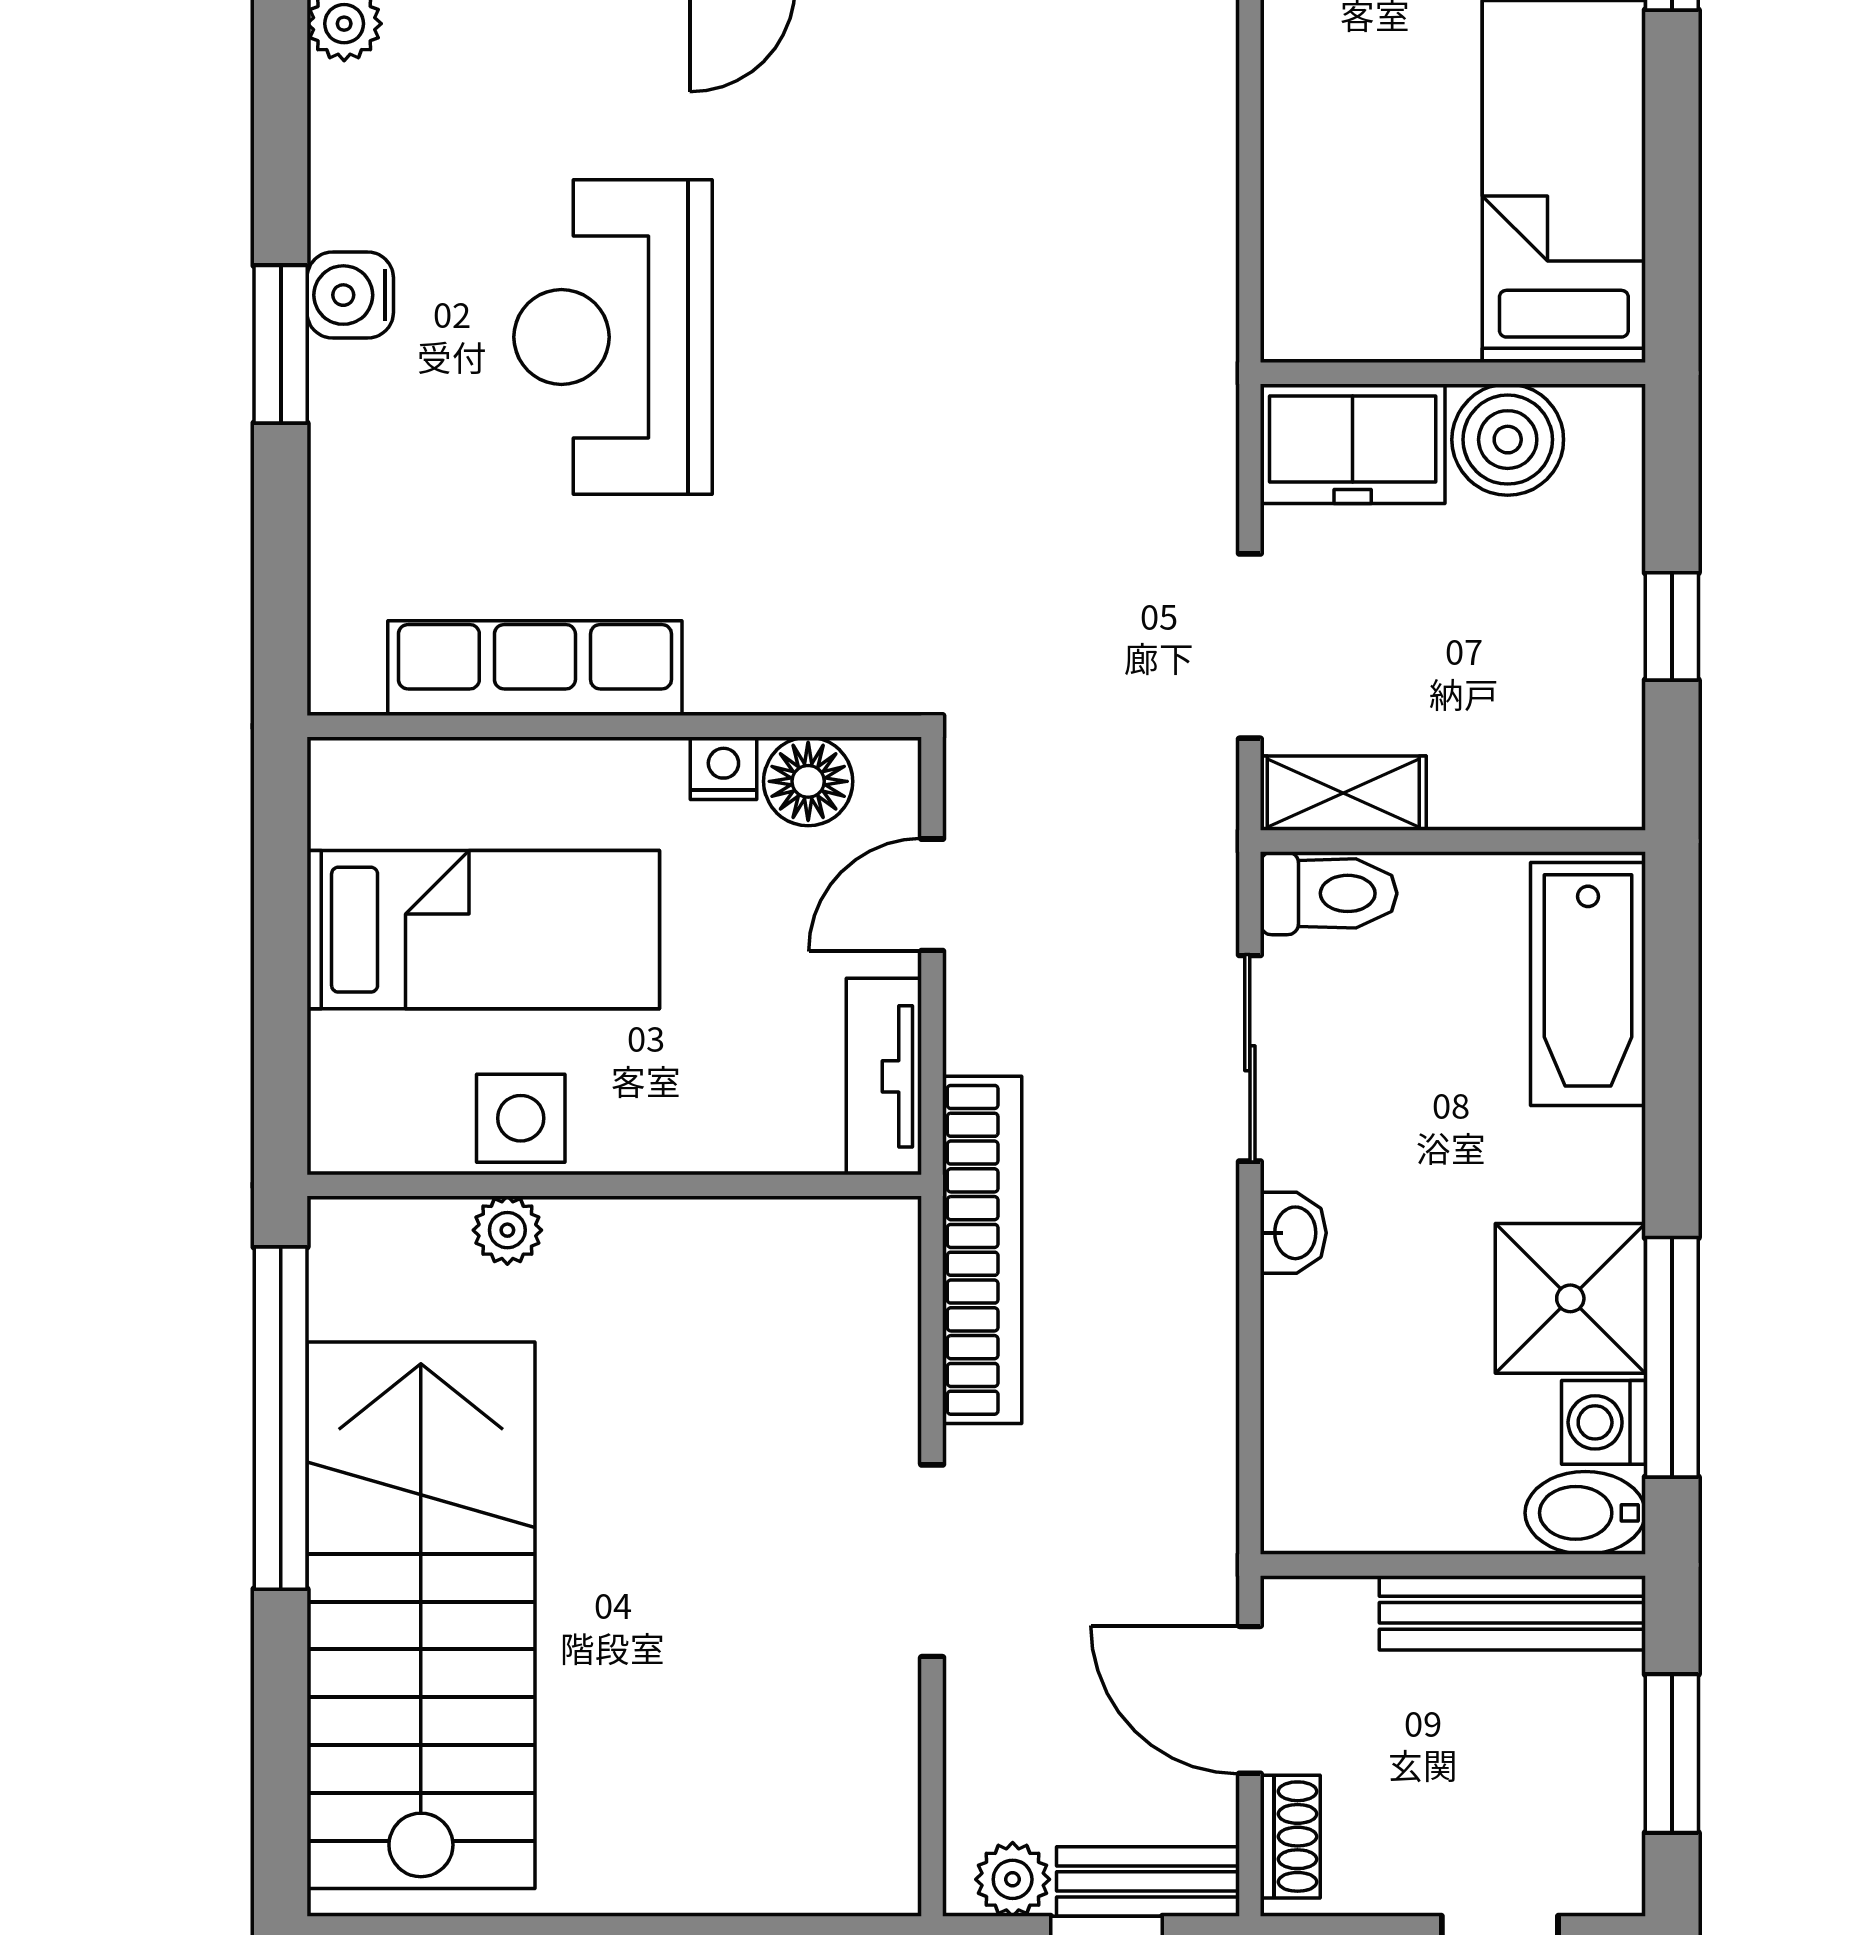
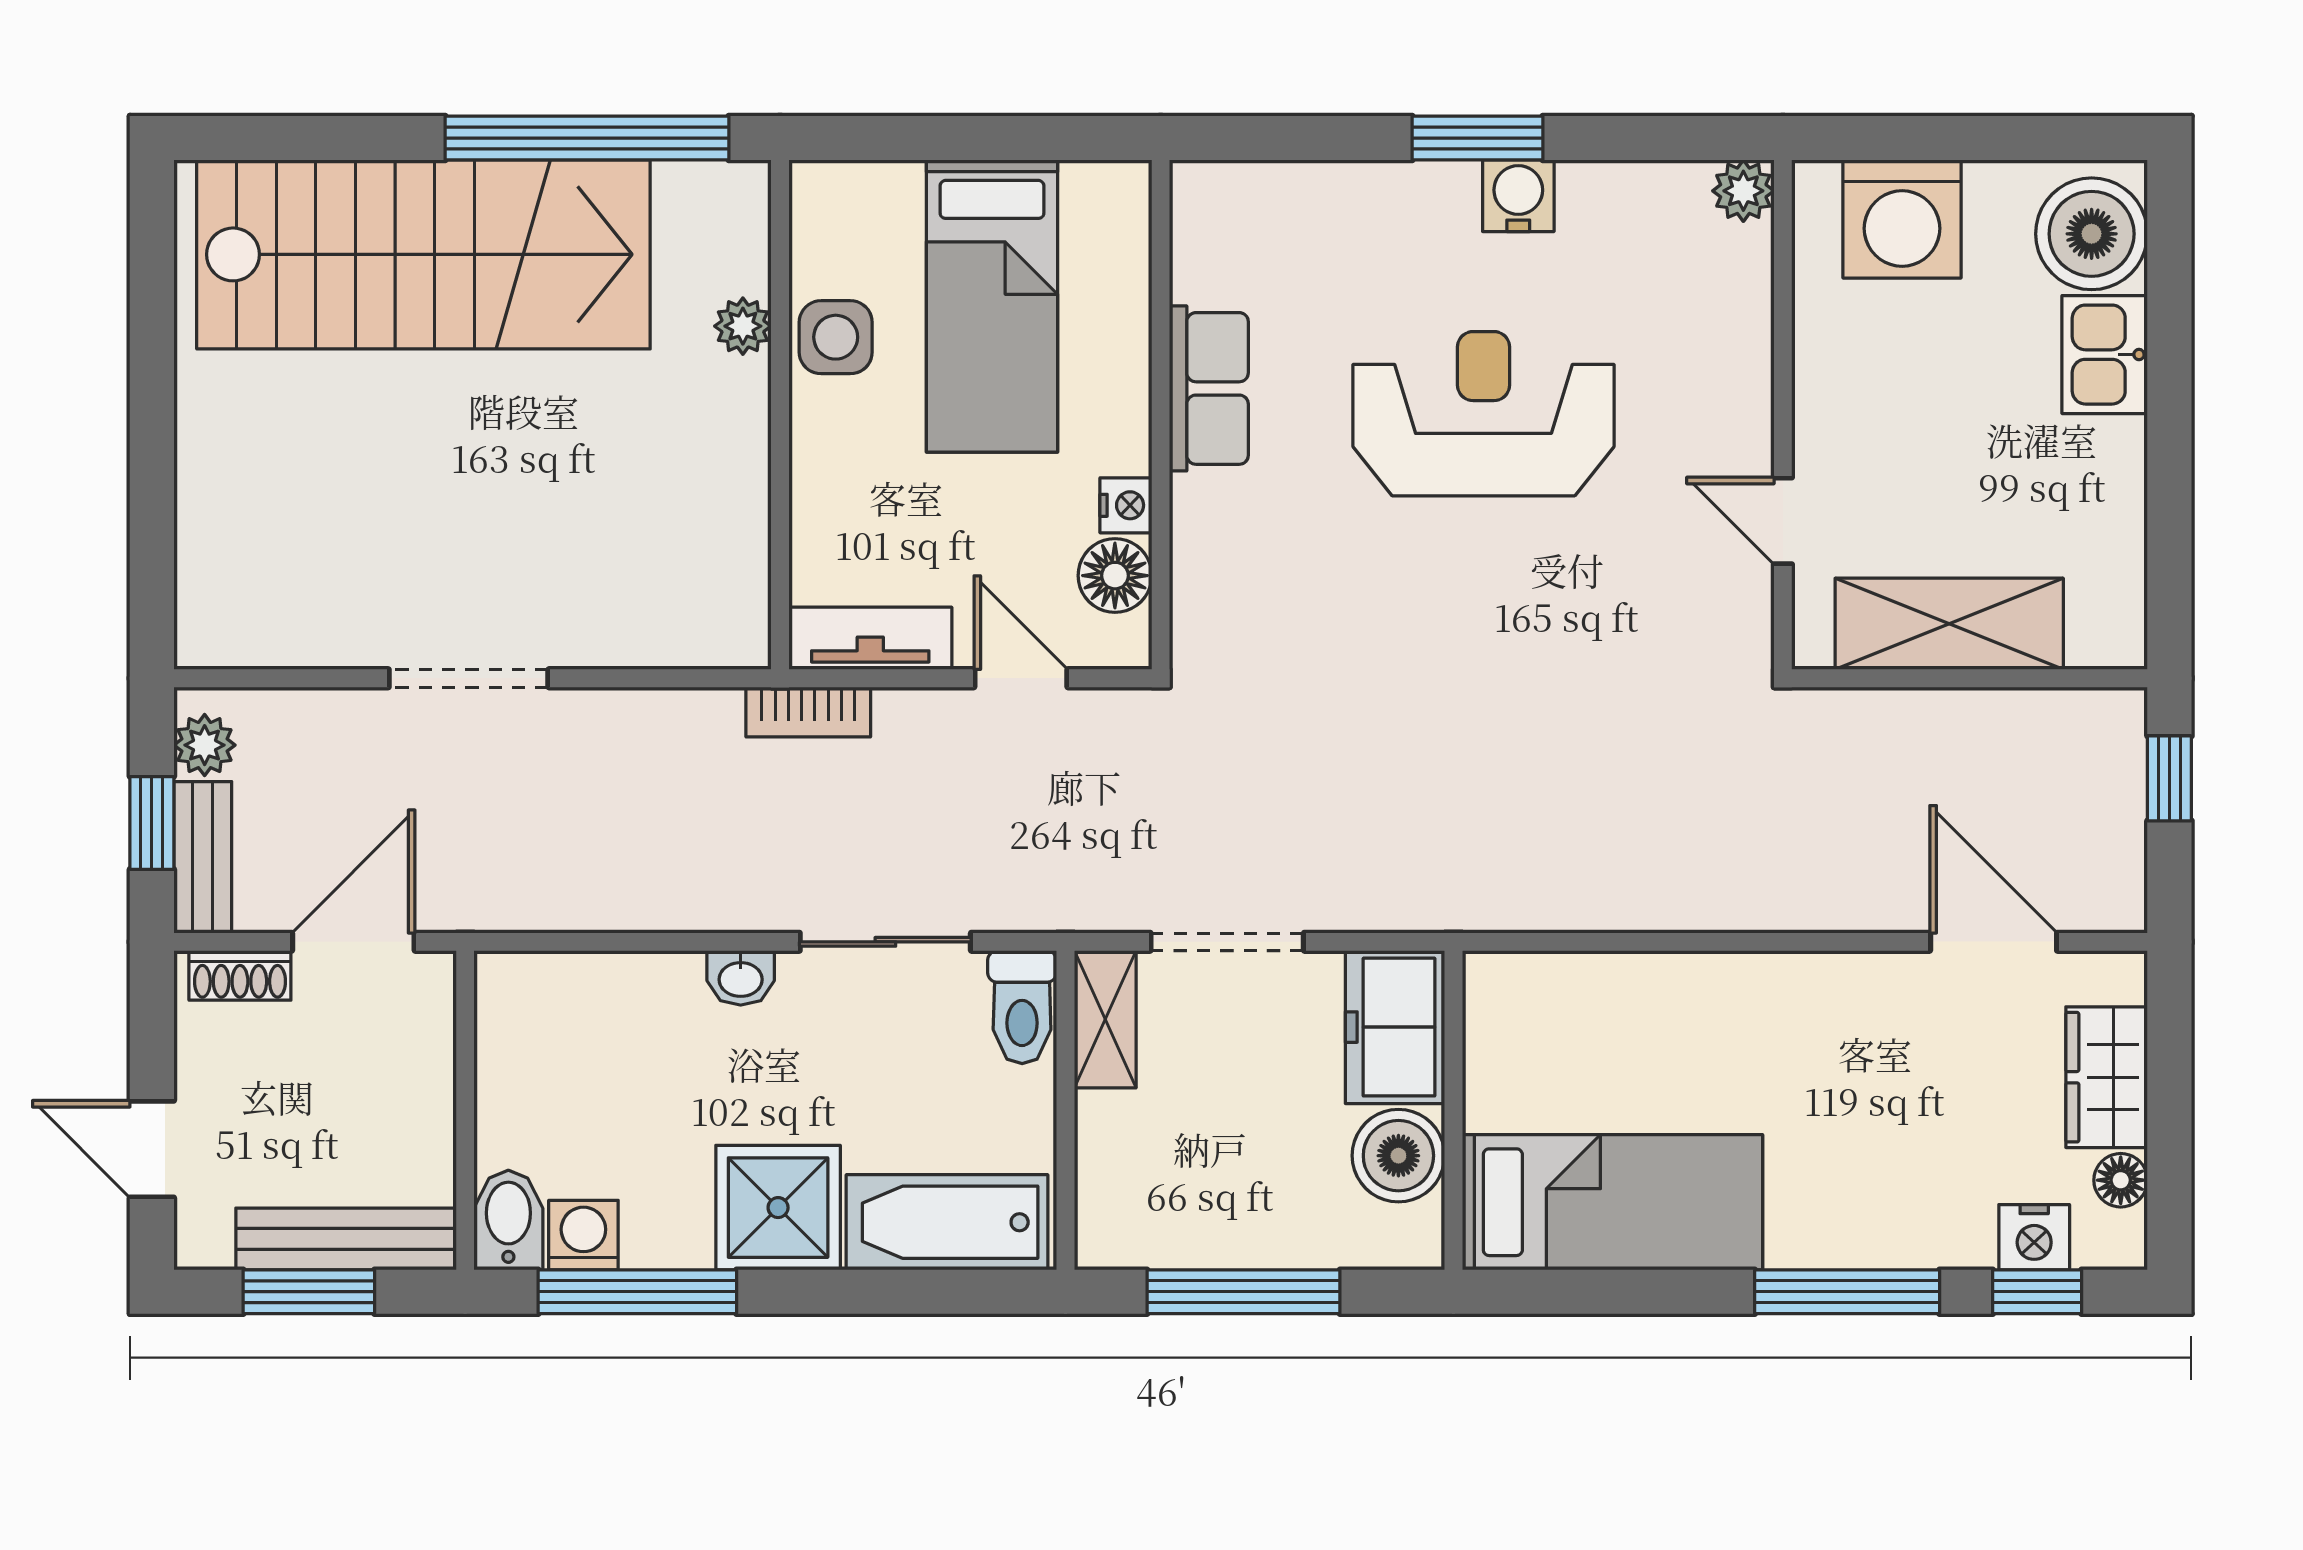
window: (1672, 626) -> (1244, 1292), width x2.17
row of seats: (535, 668) -> (1209, 388), width x0.68
bookcase: (982, 1250) -> (808, 712), width x0.43, depth x0.76
shower: (1570, 1298) -> (778, 1208), moved
bench: (1512, 1613) -> (346, 1239), moved, turned 90

